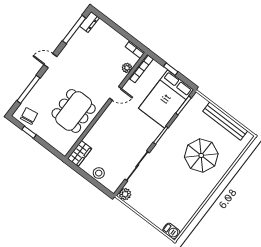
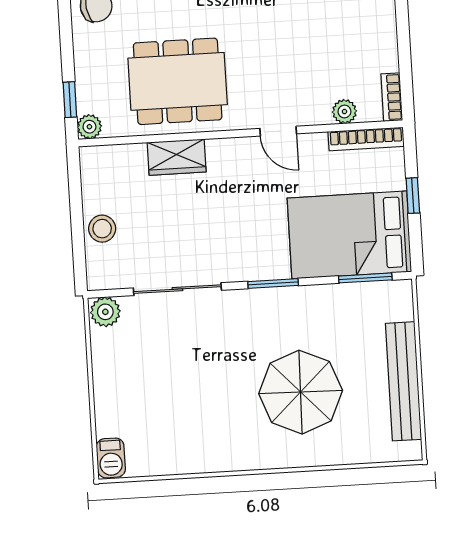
window: (29, 132) -> (70, 100), moved
plant: (64, 150) -> (89, 127), added
wardrobe: (80, 154) -> (177, 157), moved

